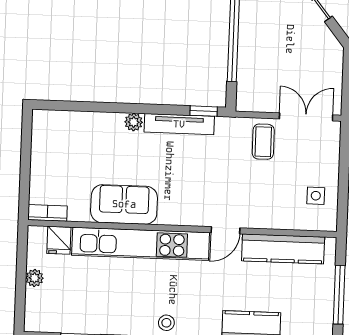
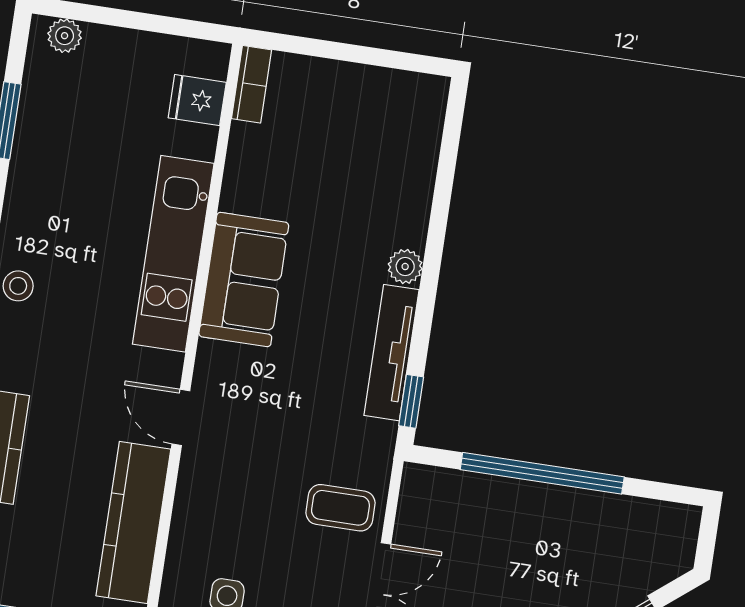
sofa: (124, 204) -> (244, 280), moved
kitchen unit: (141, 244) -> (173, 254), width x0.73
plant: (35, 278) -> (65, 36), moved

